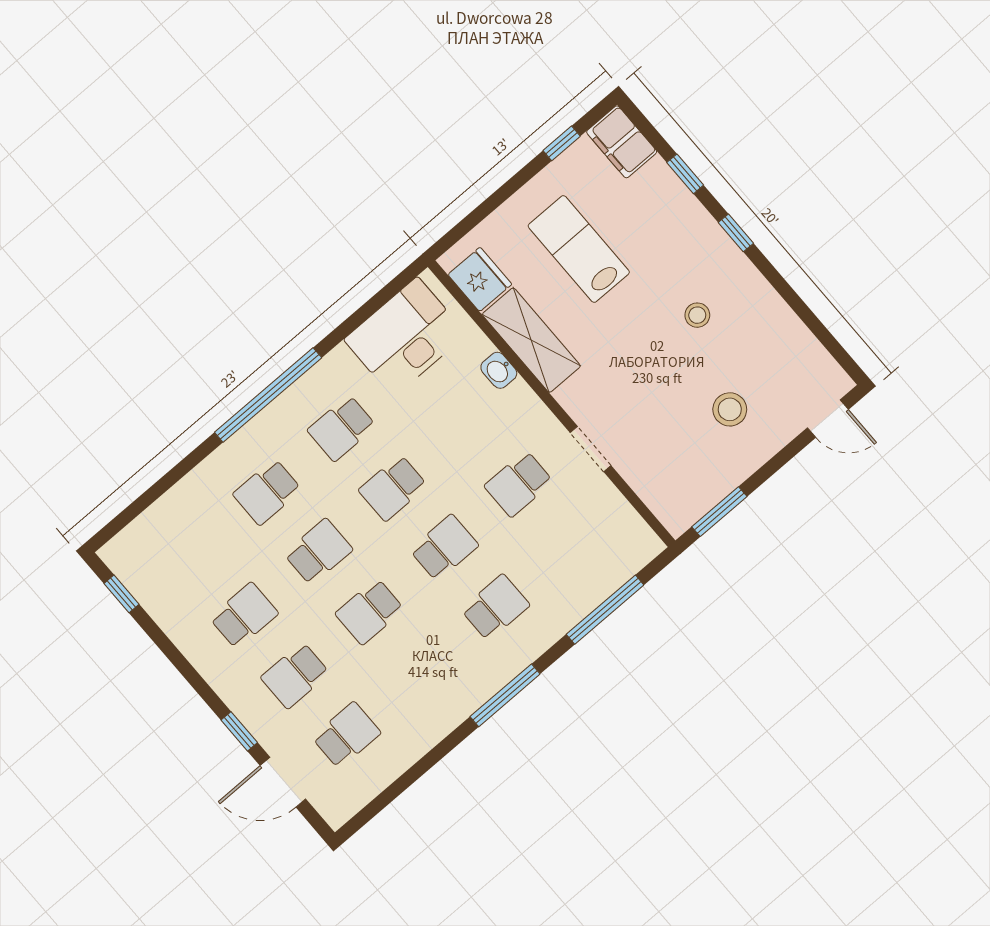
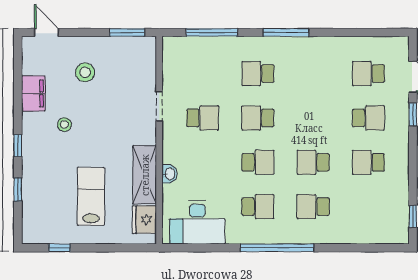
filing cabinet: (622, 142) -> (33, 93), moved
lab bench: (579, 249) -> (91, 196), turned 180
school desk: (267, 492) -> (313, 207), turned 180
school desk: (370, 611) -> (313, 118), removed

